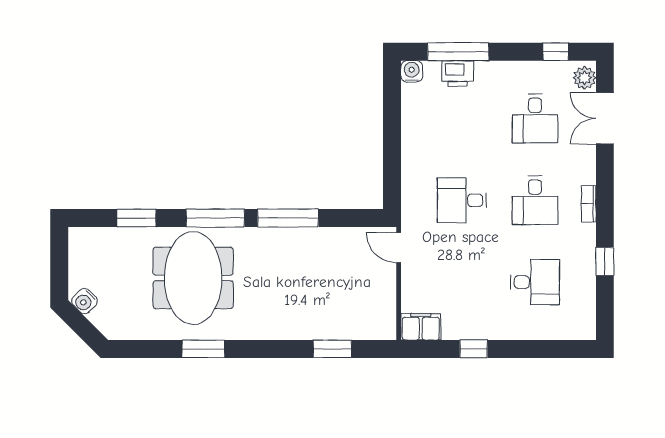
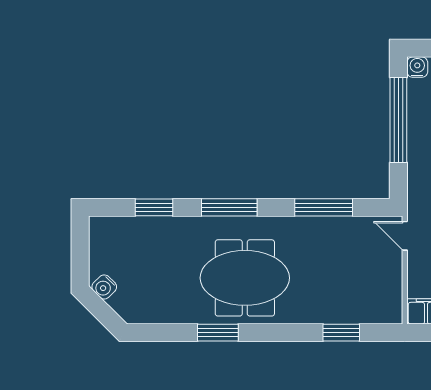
window: (392, 127) -> (398, 120), added
window: (288, 218) -> (324, 207), moved
meeting table: (193, 278) -> (245, 278), moved, turned 90

